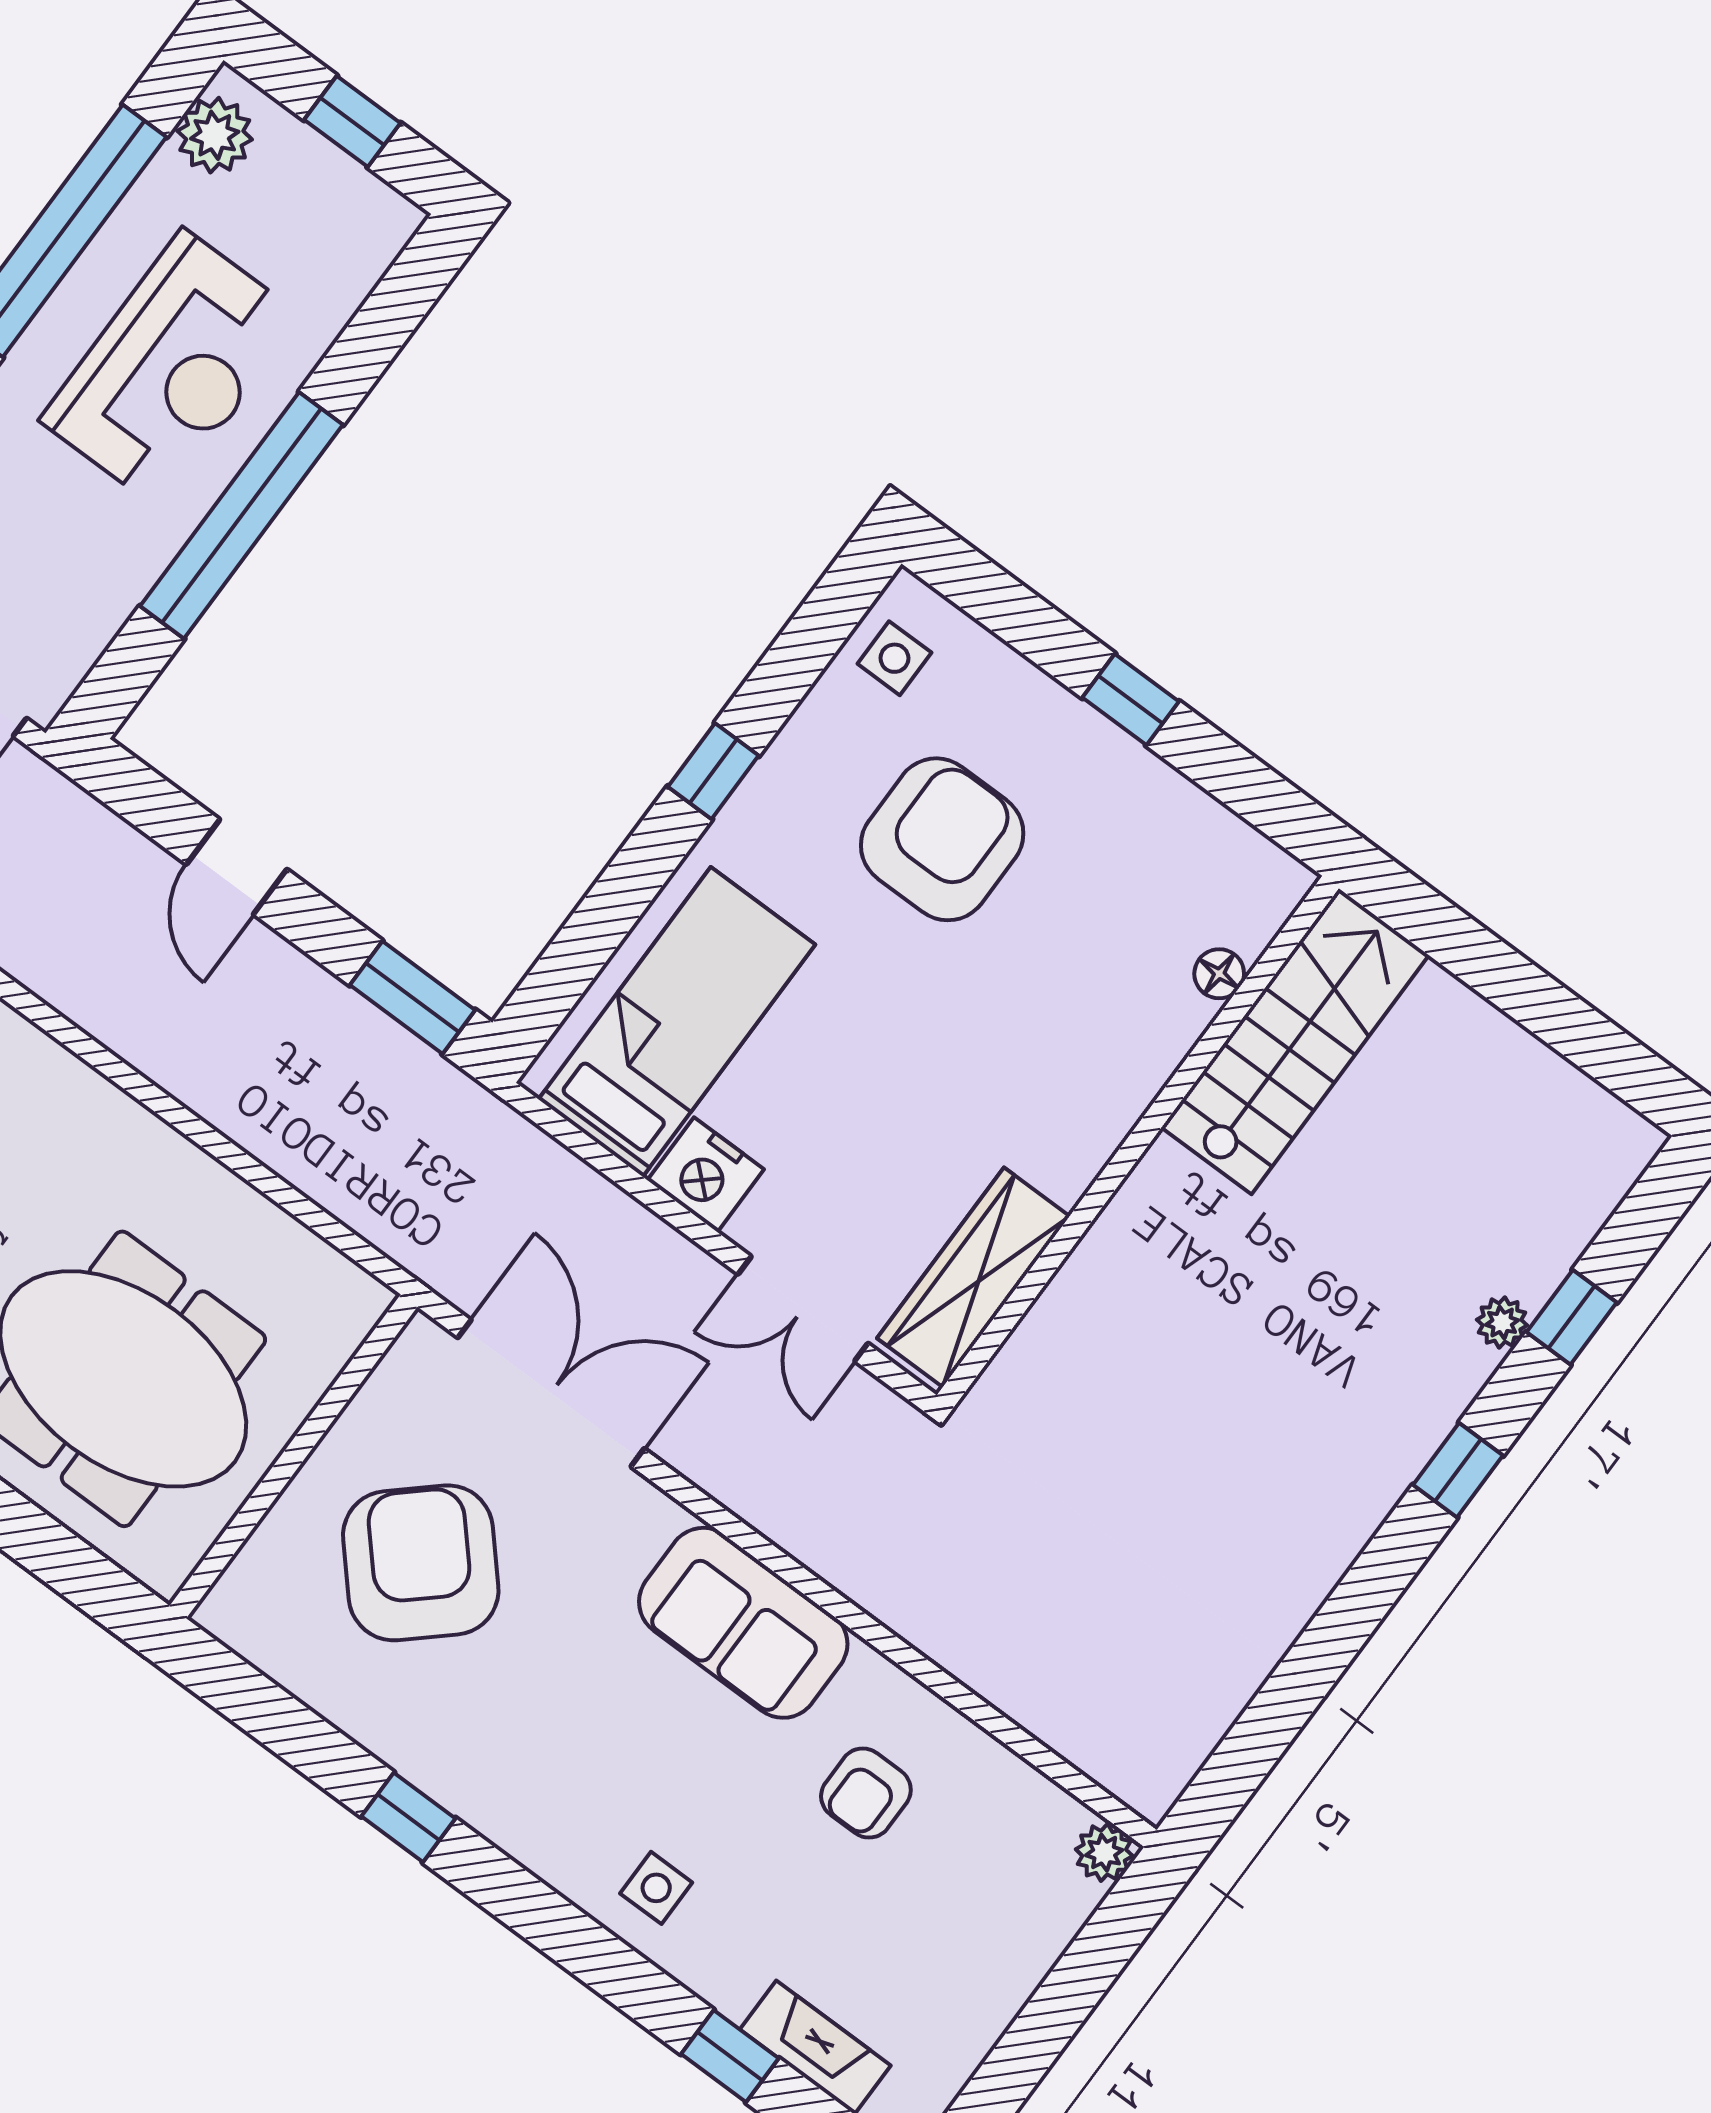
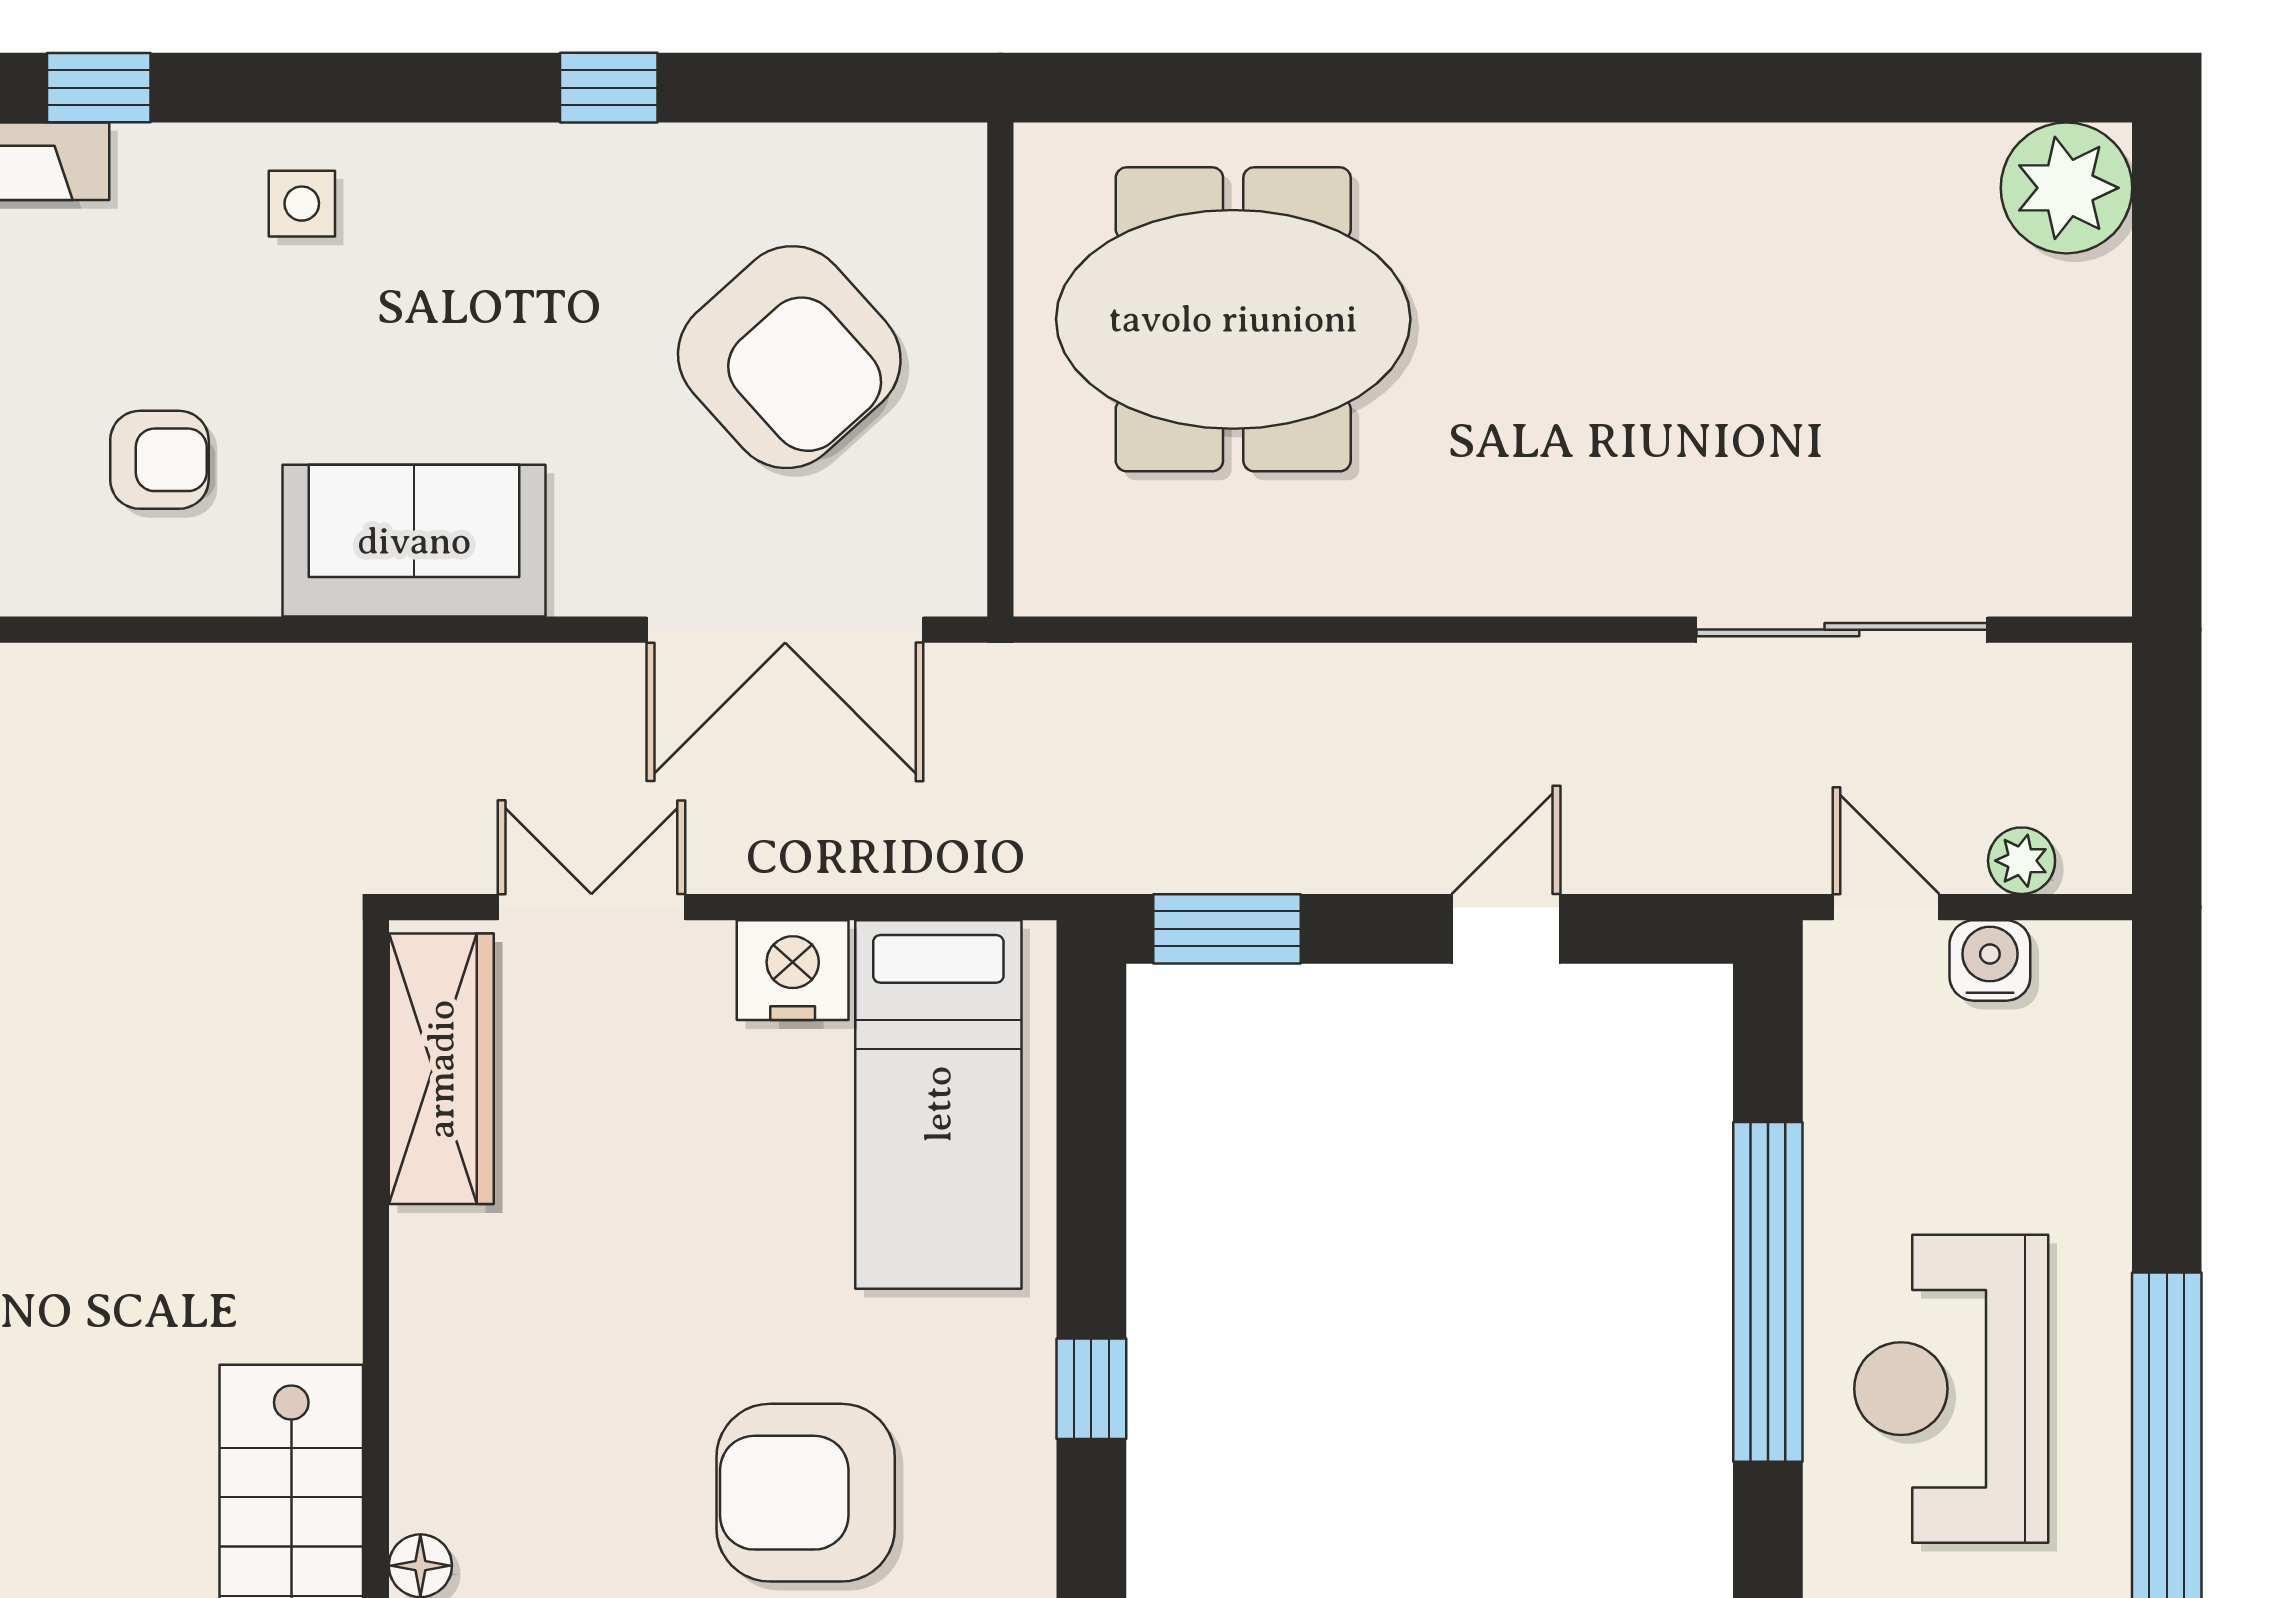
armchair: (942, 839) -> (806, 1493), turned 90
door: (237, 867) -> (1506, 929), hinge flipped
armchair: (866, 1793) -> (159, 460), turned 90

